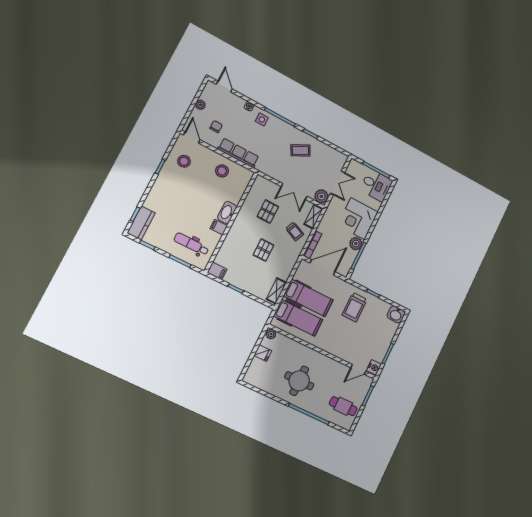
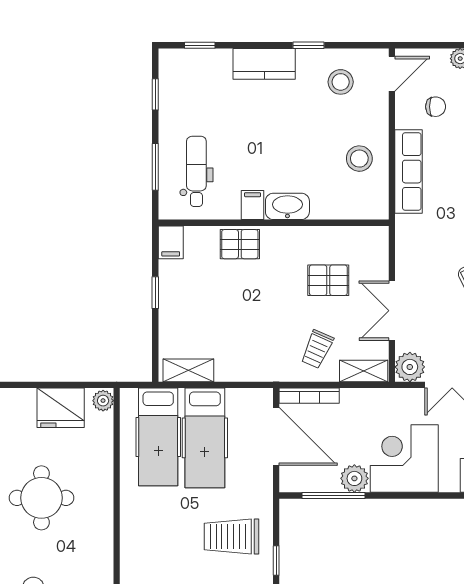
kitchen counter: (141, 223) -> (264, 64), moved
pallet: (263, 250) -> (240, 244), moved
fridge: (263, 353) -> (61, 408), width x1.88, depth x1.34

